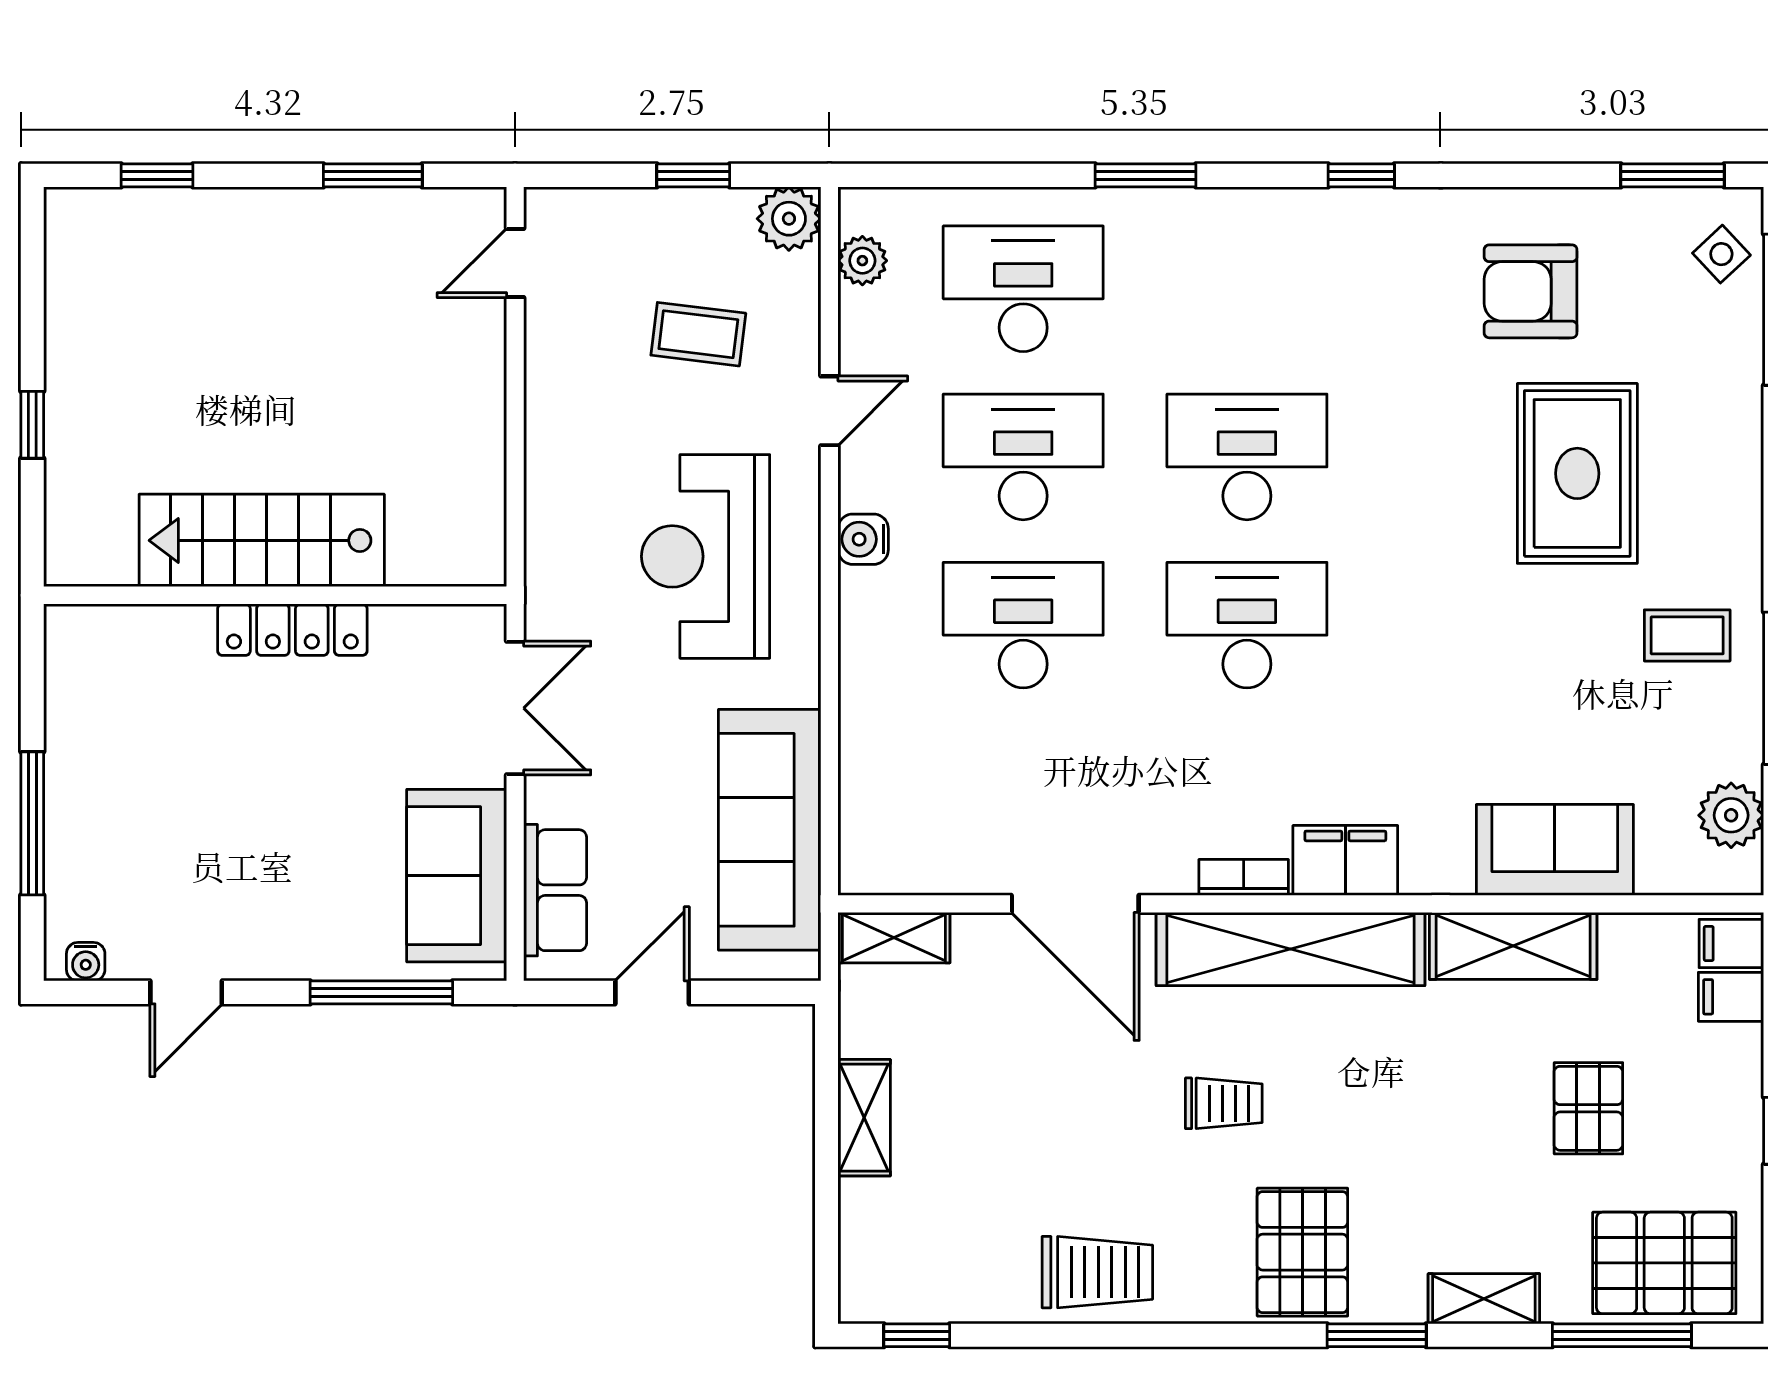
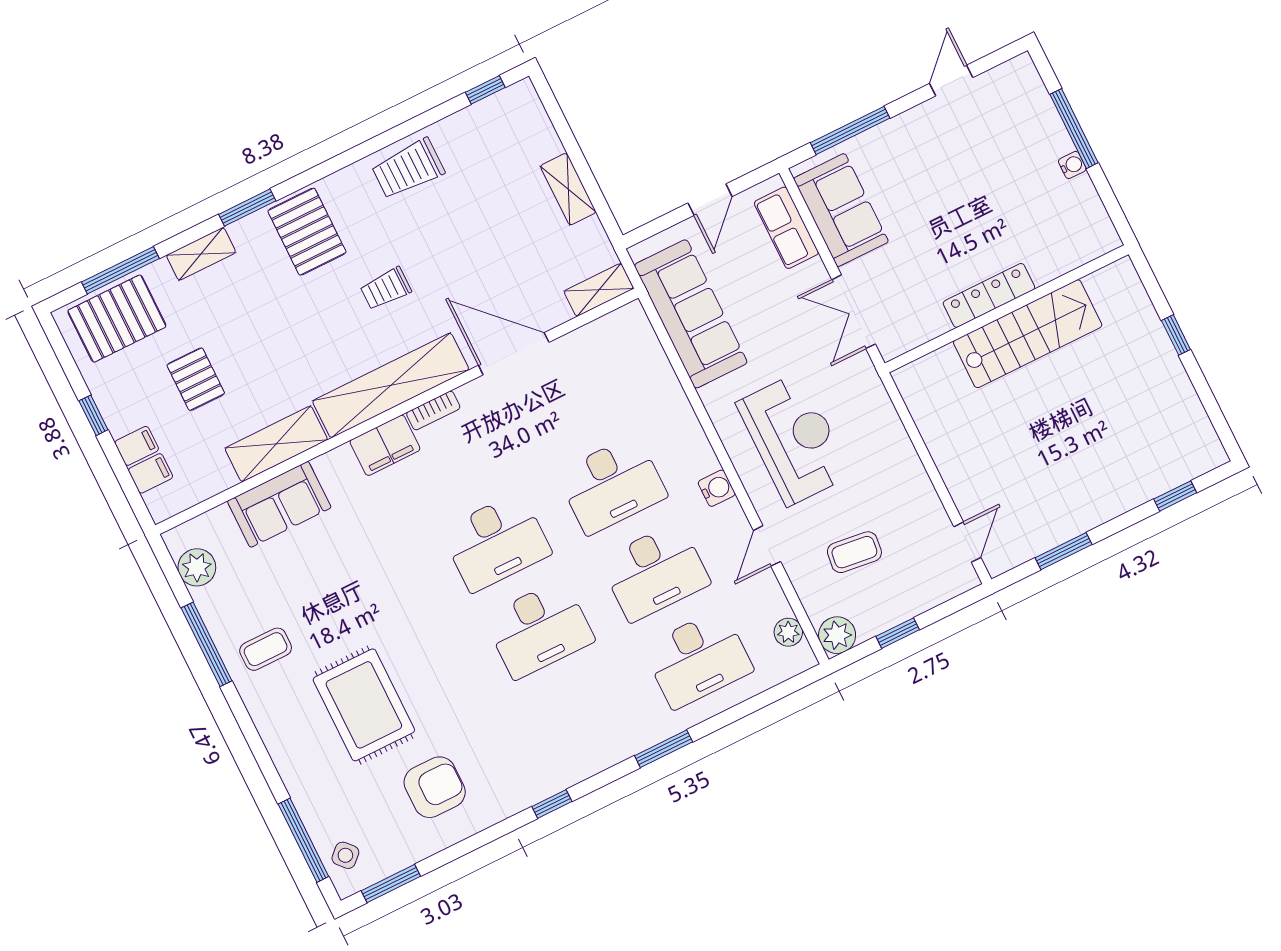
filing cabinet: (1731, 944) -> (137, 446), moved
water cooler: (86, 962) -> (1072, 165), moved, turned 90

